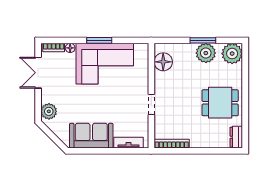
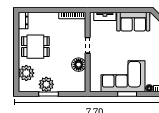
plant: (232, 54) -> (26, 73), moved
floor lamp: (163, 62) -> (79, 65), moved

